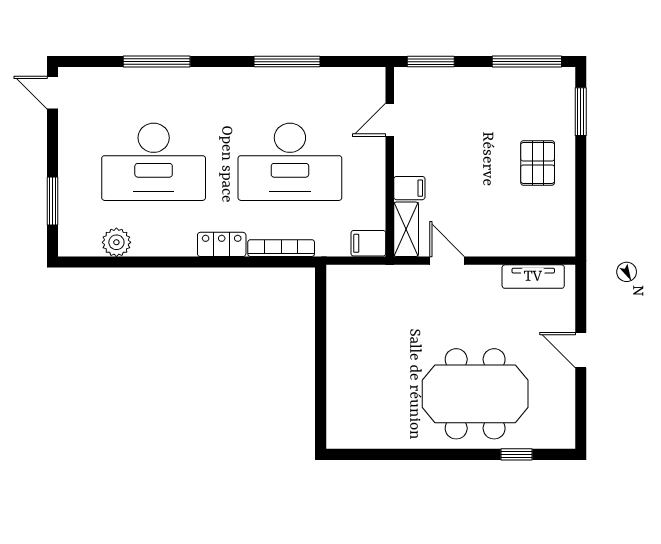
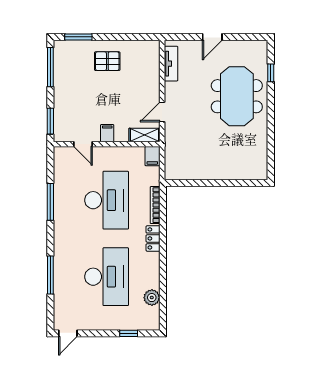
filing cabinet: (409, 188) -> (107, 133), moved
window: (52, 201) -> (129, 333), width x0.67

